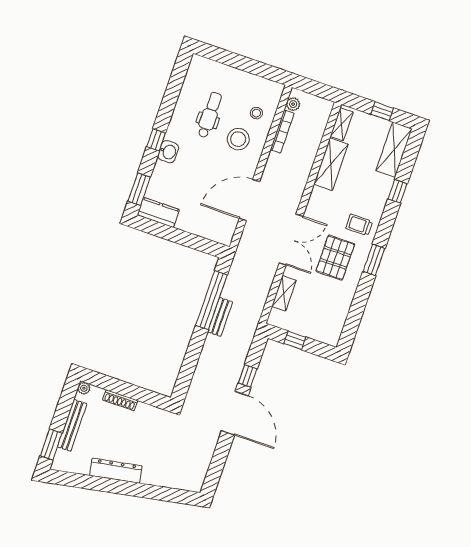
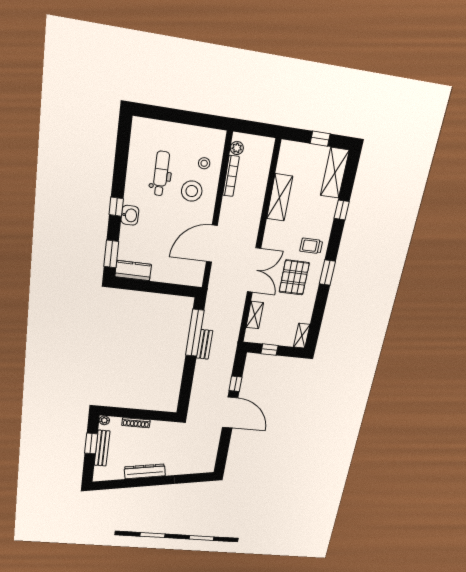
shelving: (342, 124) -> (302, 336), moved
window: (51, 444) -> (91, 443), moved

